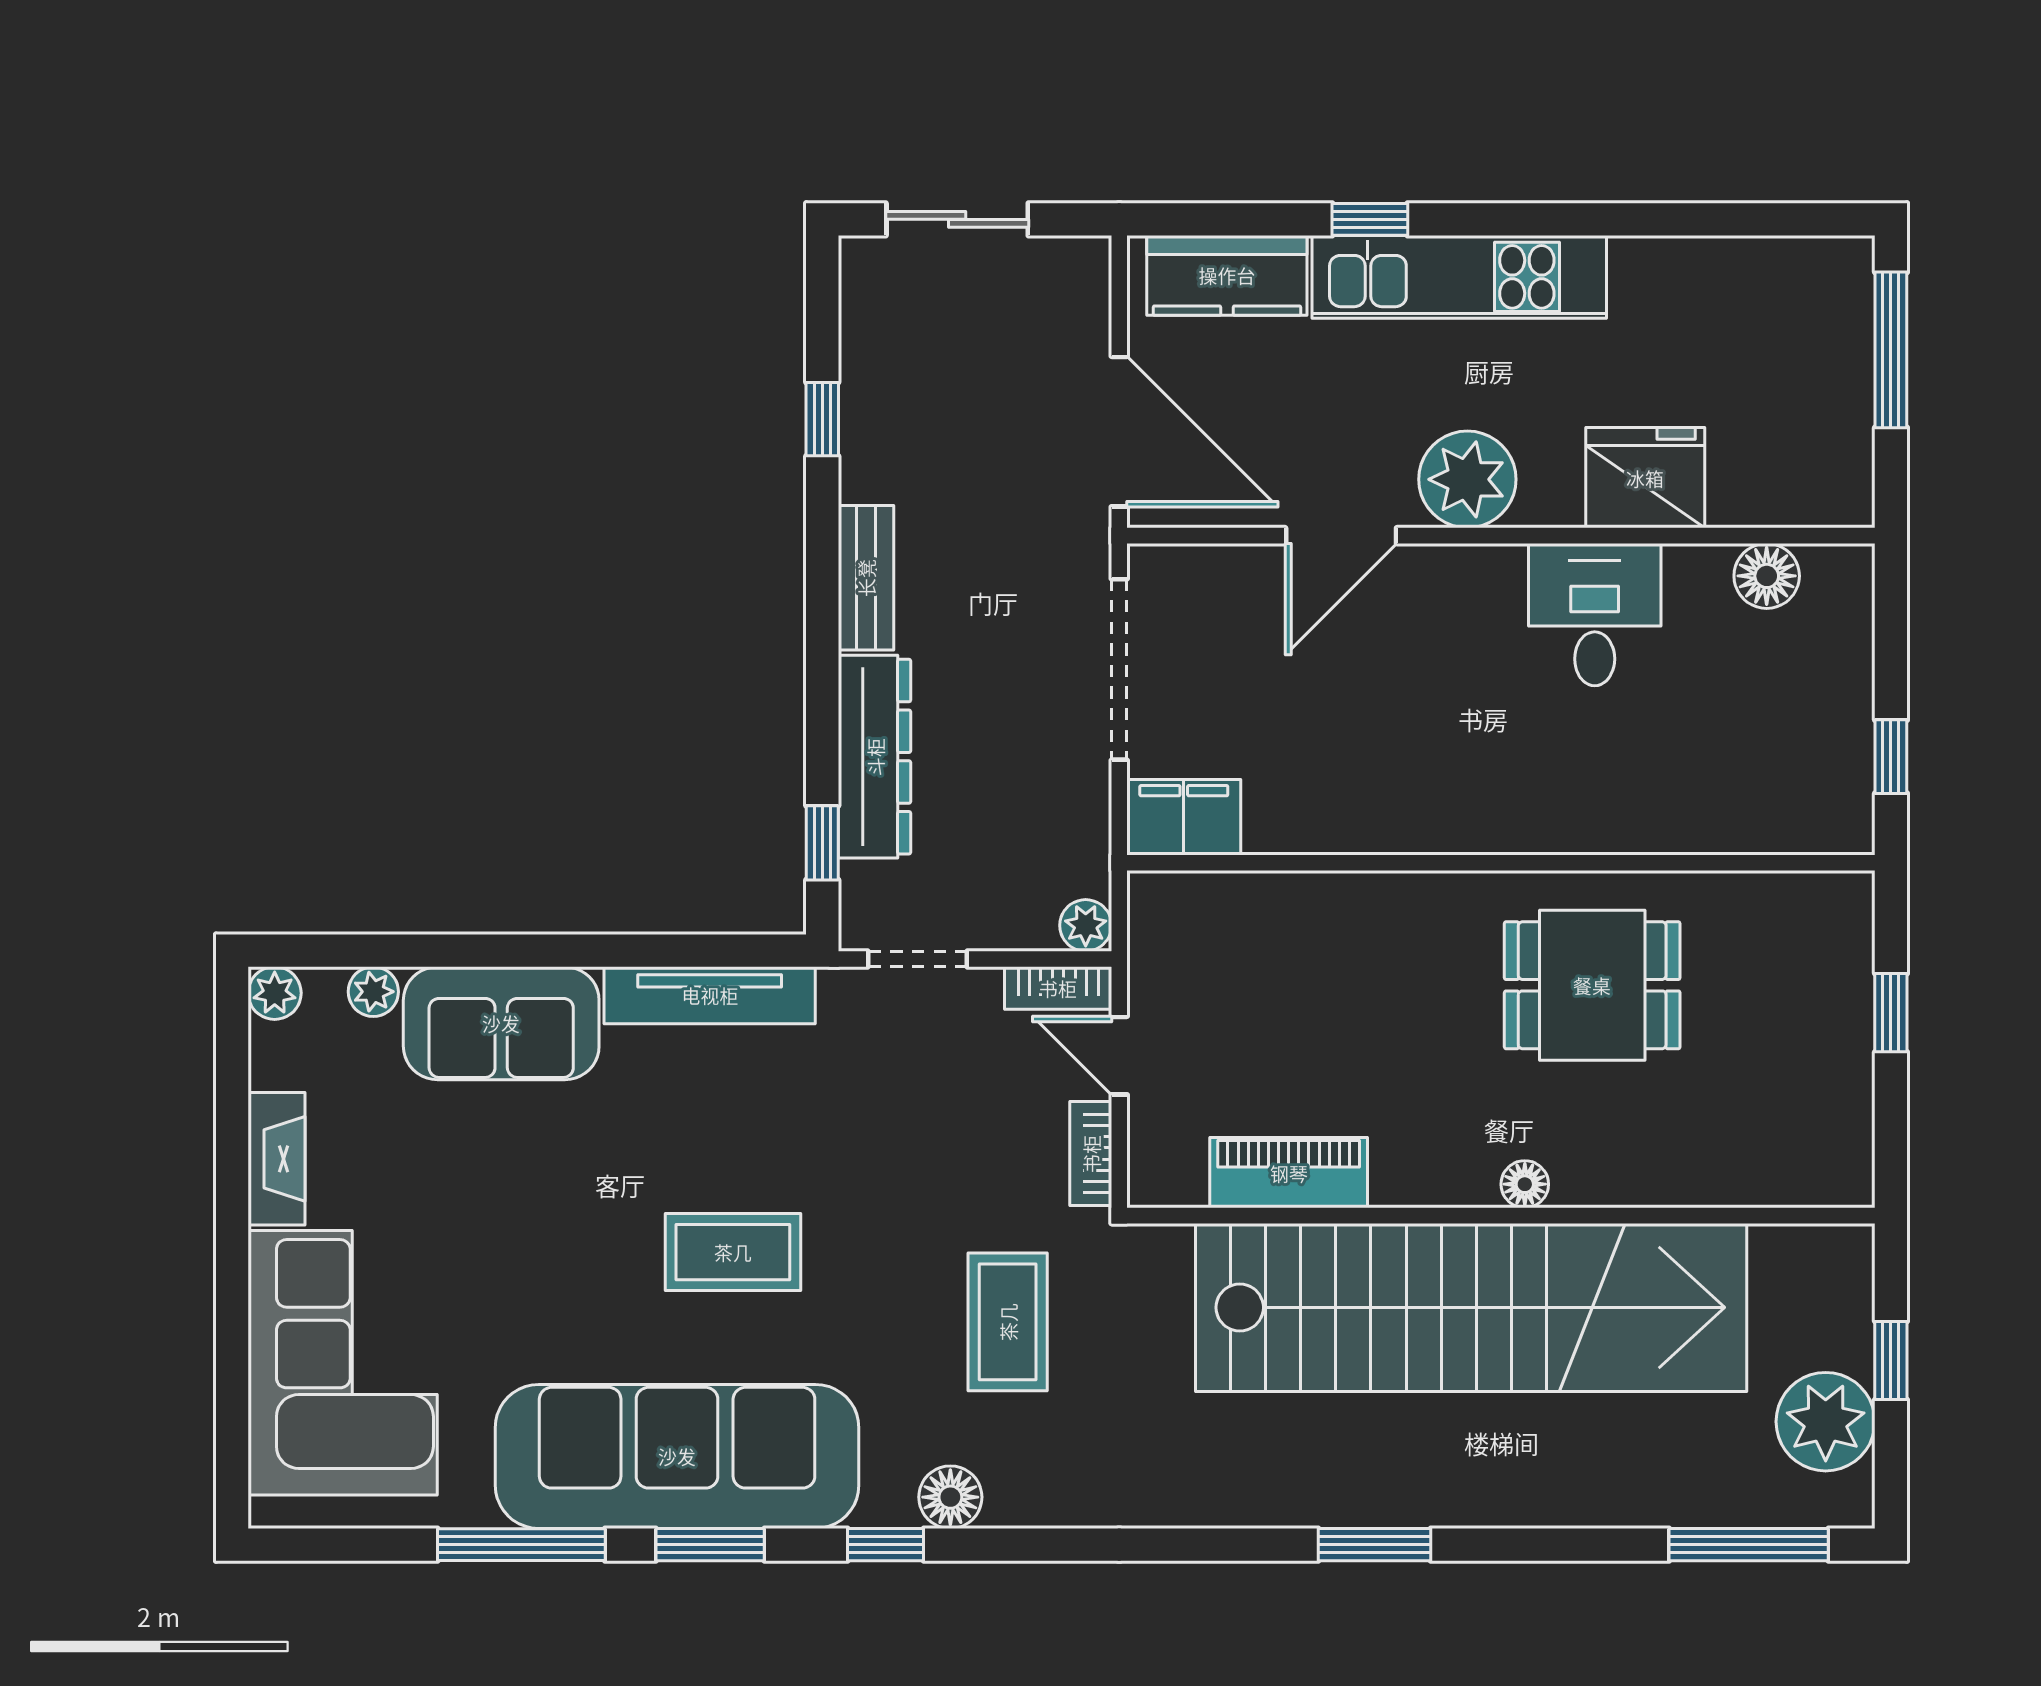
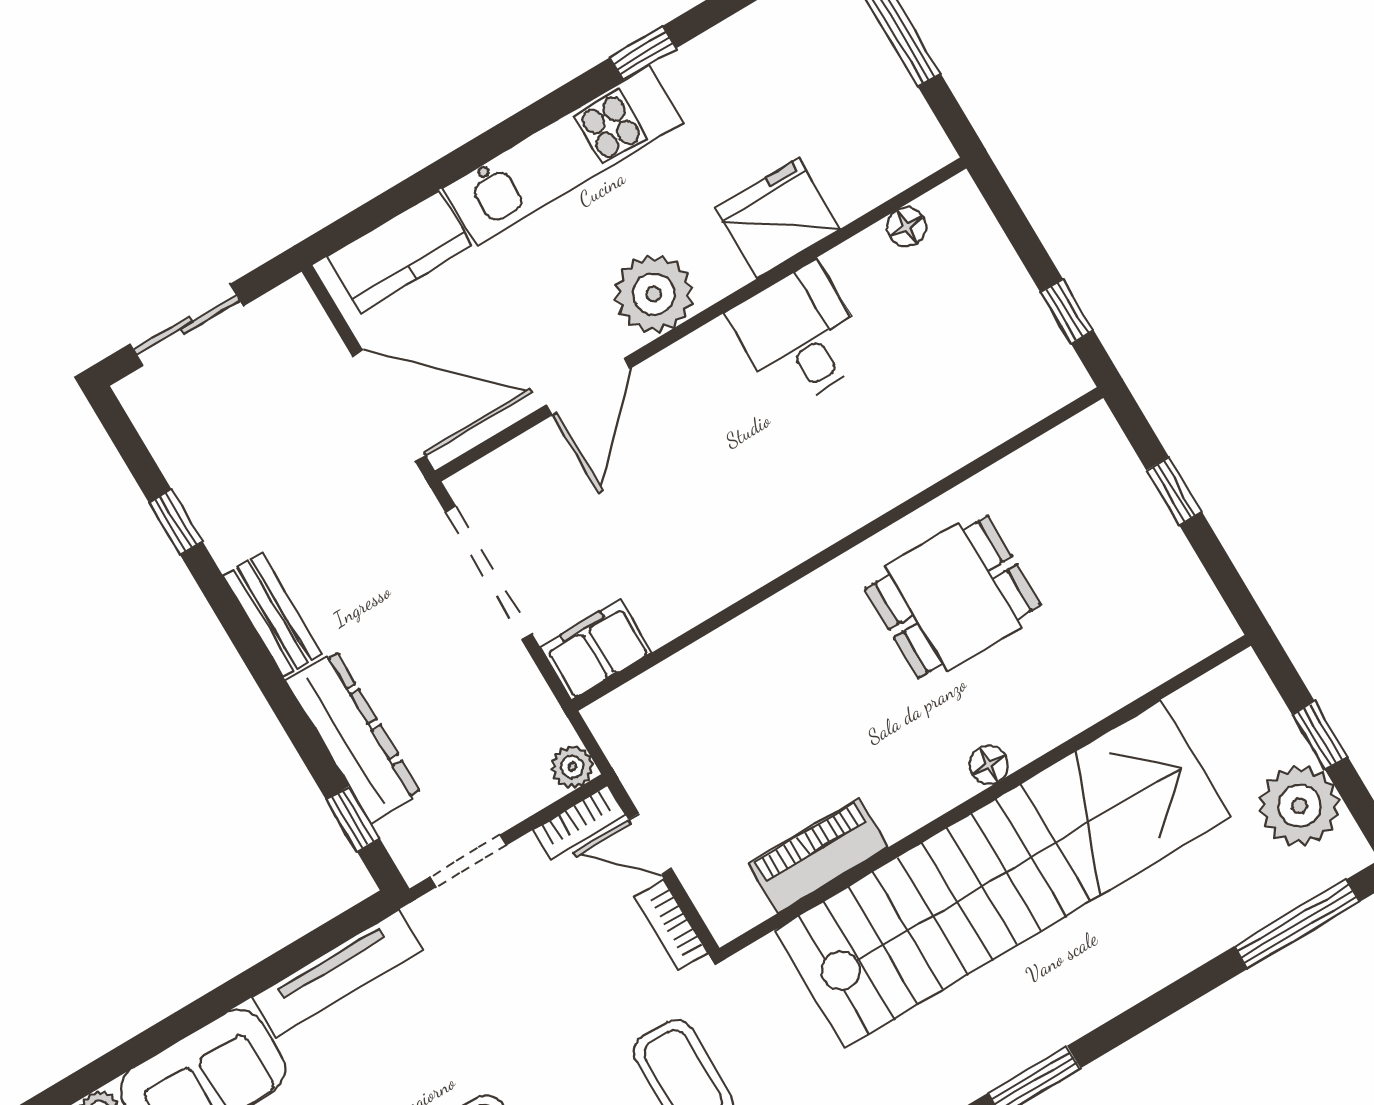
window: (1370, 219) -> (643, 53), moved
floor lamp: (1767, 576) -> (907, 227), width x0.73, depth x0.73

